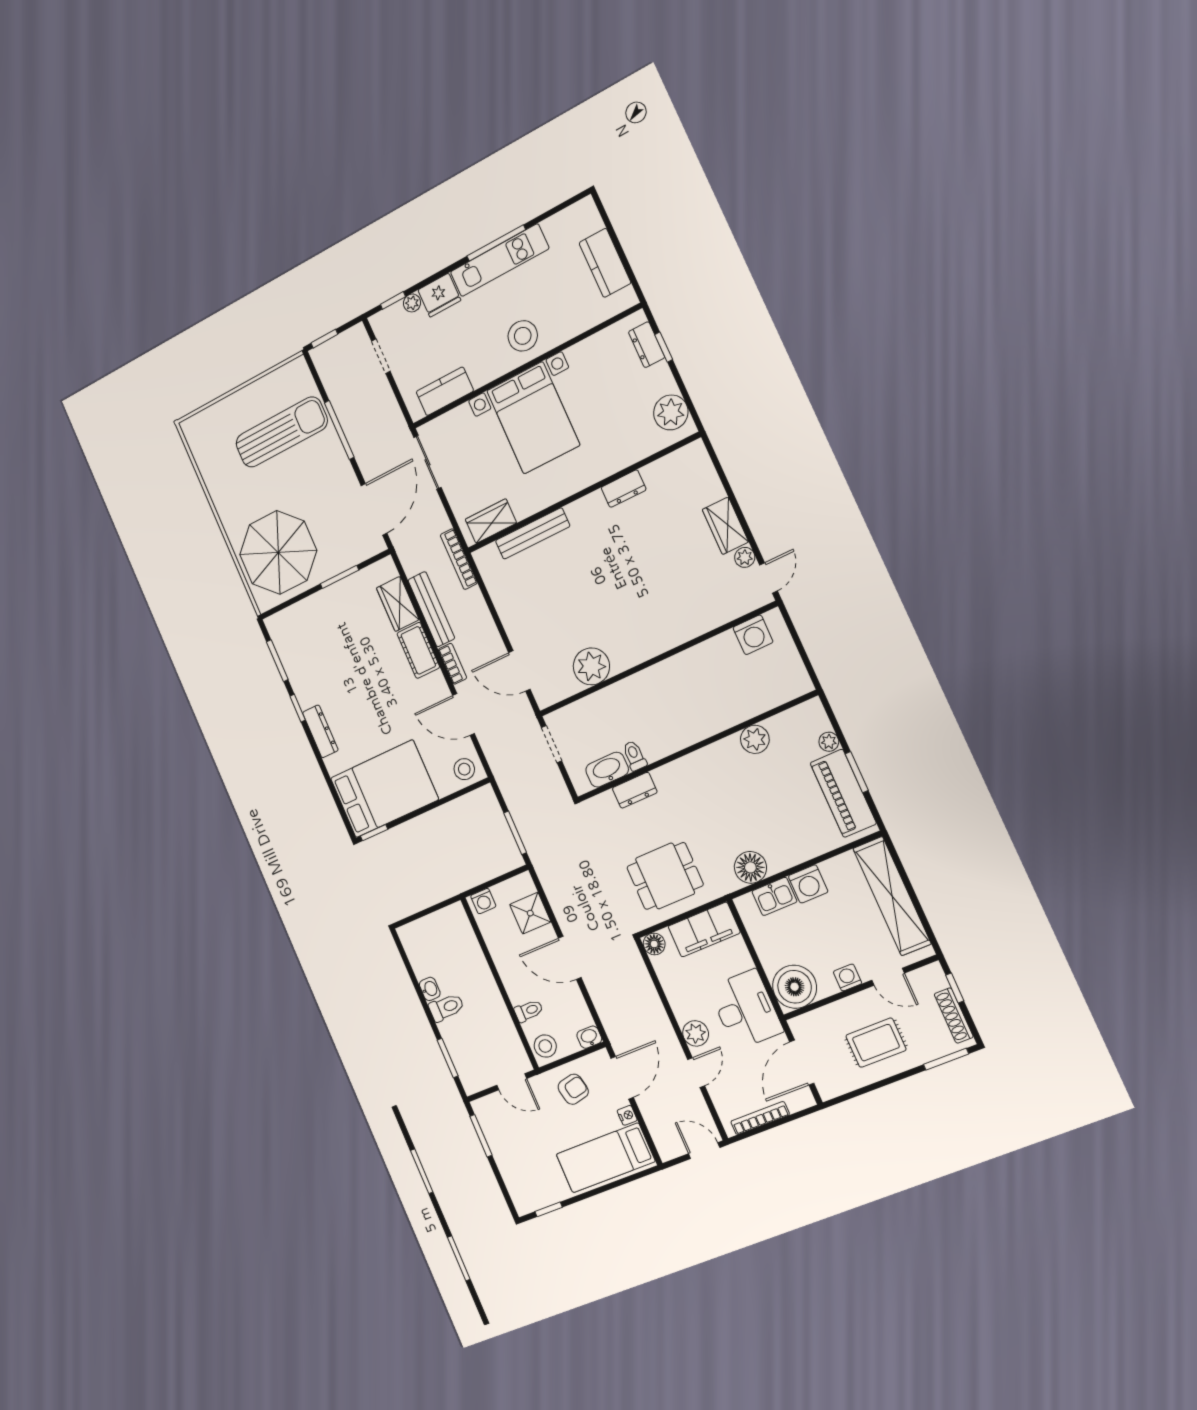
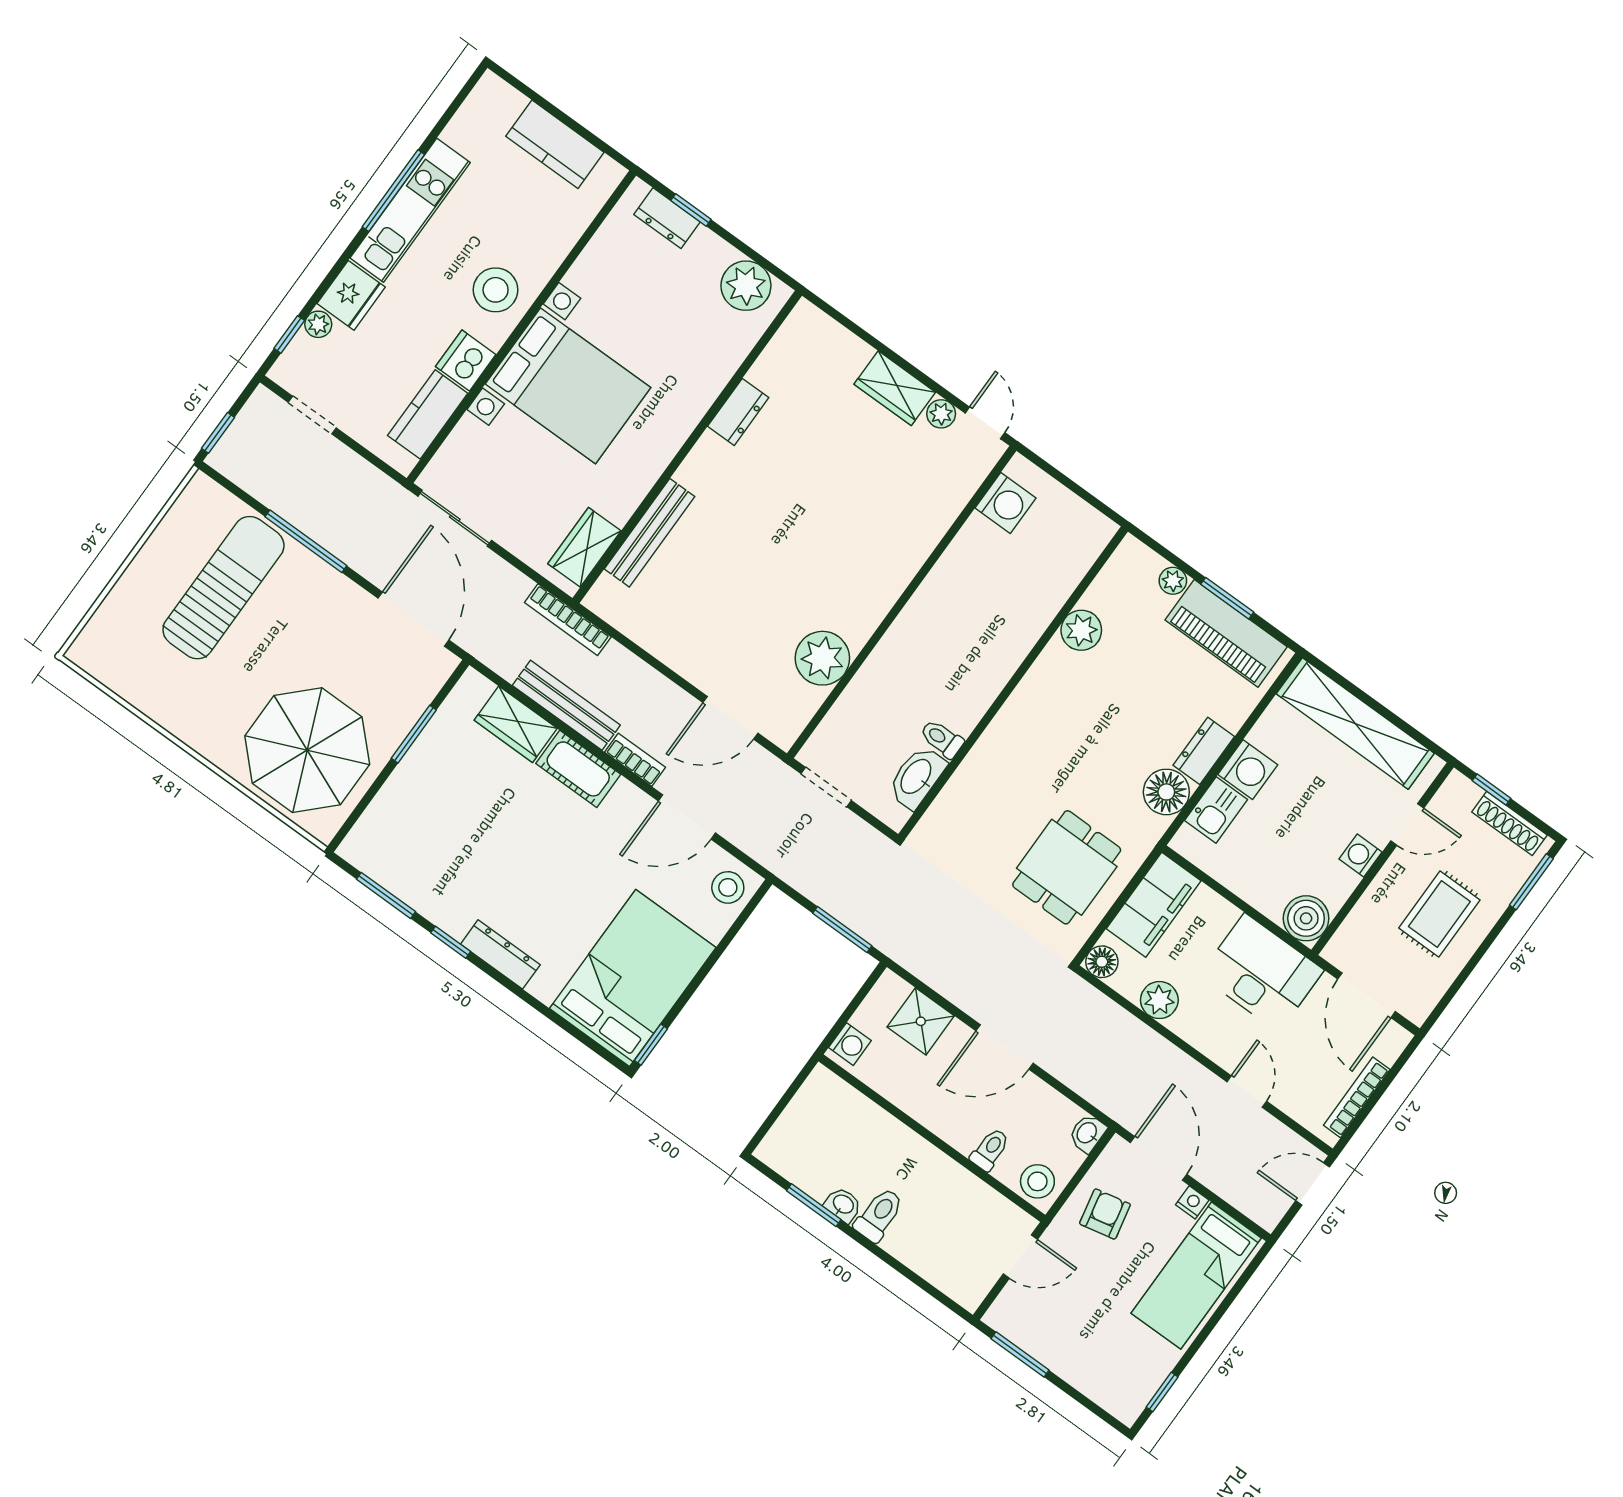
dishwasher: (483, 370) -> (466, 361), added
dresser: (635, 790) -> (1204, 751), moved, turned 180
boiler: (795, 987) -> (1306, 918), width x0.73, depth x0.73
plant: (696, 1033) -> (1159, 1000), moved
window: (448, 1058) -> (814, 1205), moved

